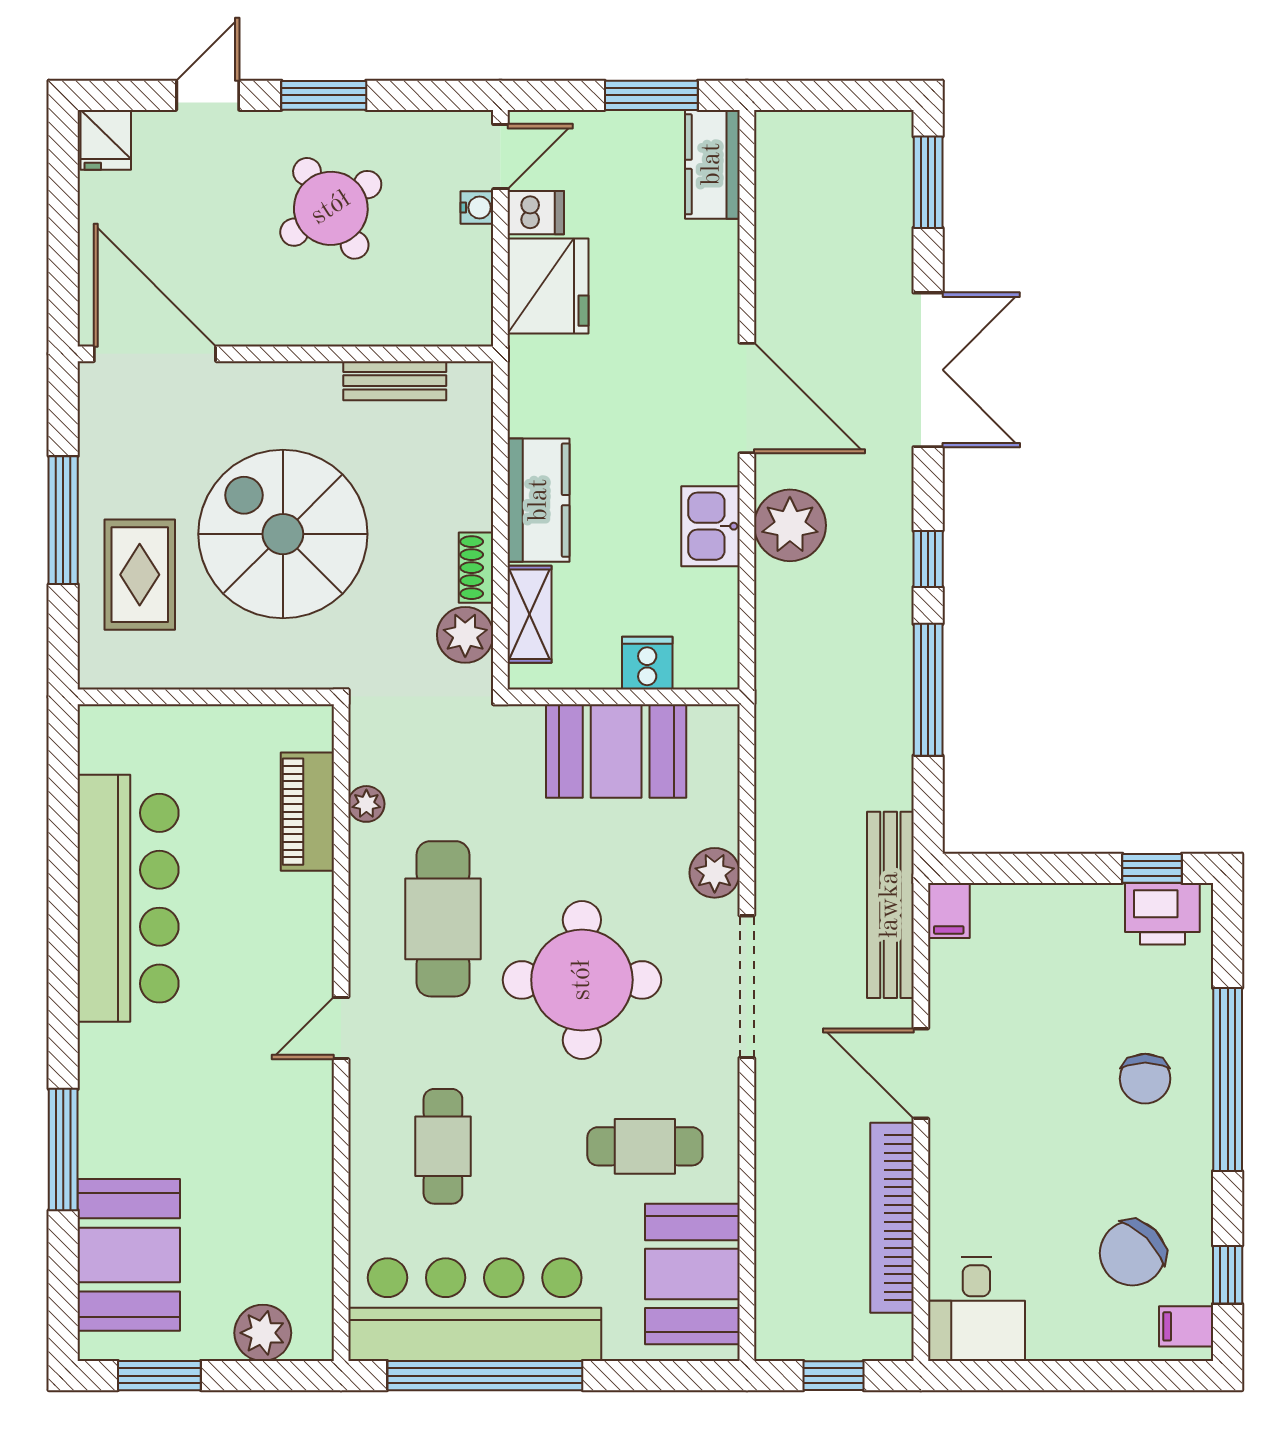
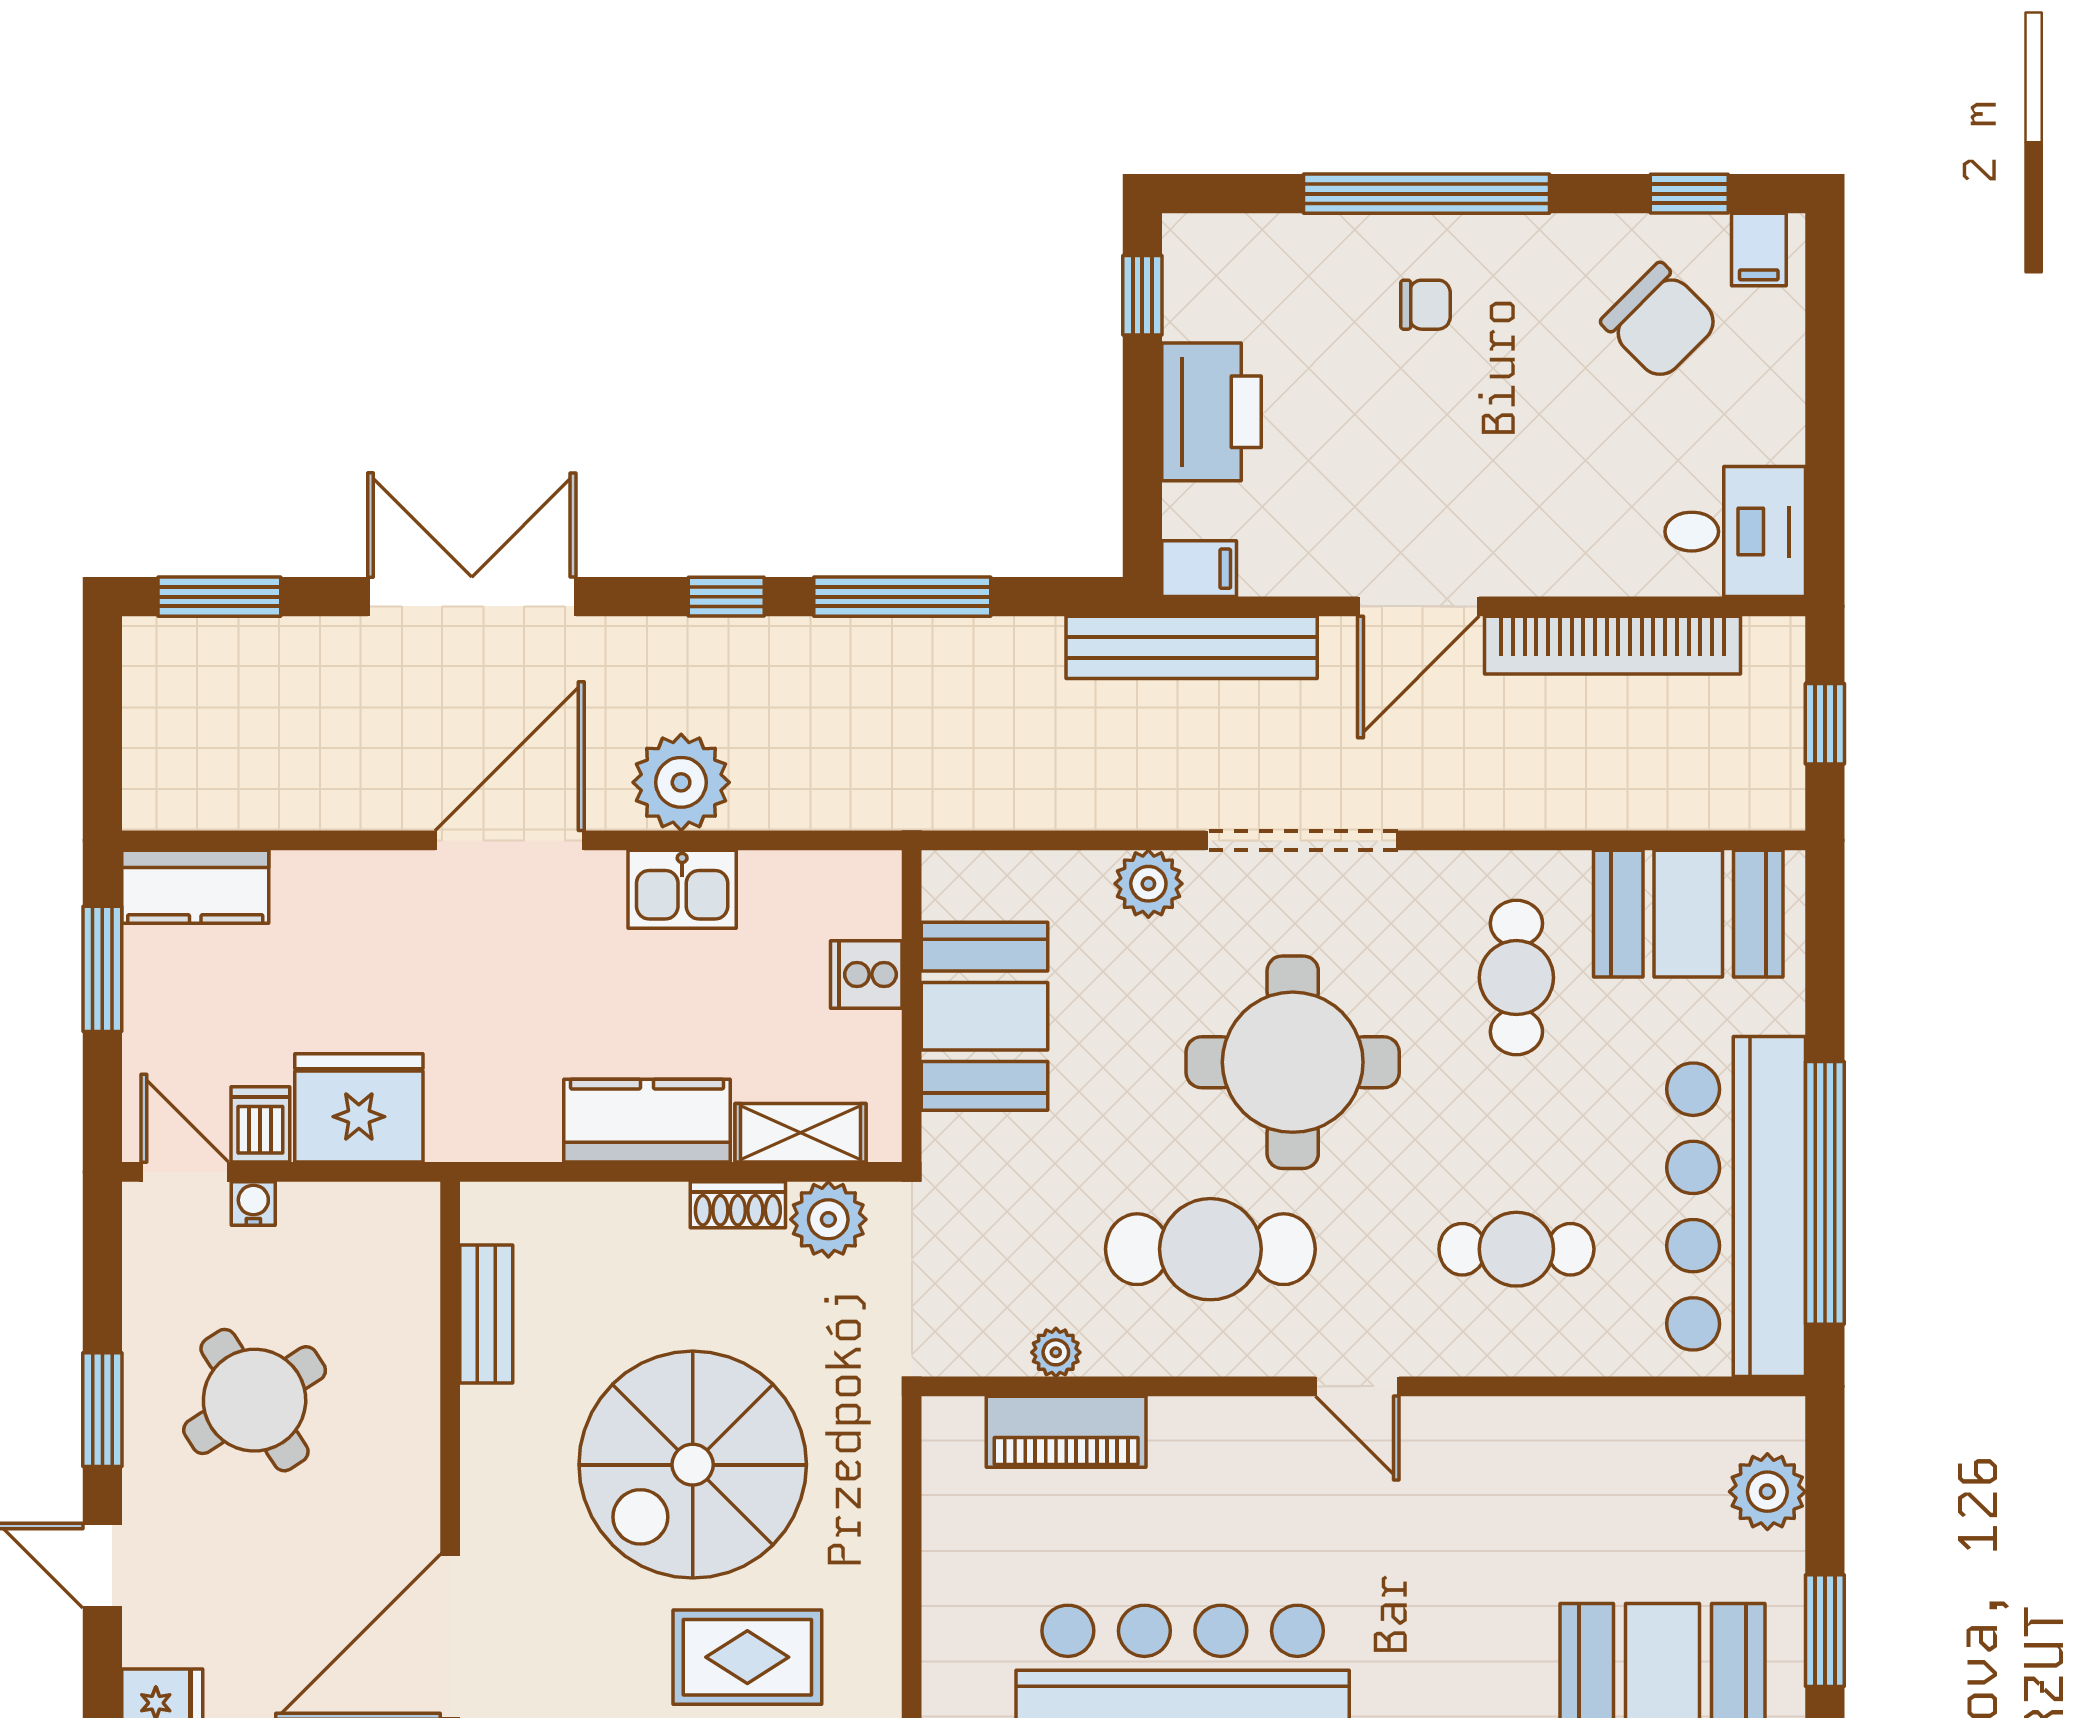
printer: (1162, 914) -> (1211, 412), moved, width x1.37, depth x1.19
chair: (1145, 1079) -> (1425, 305), width x0.73, depth x0.73

